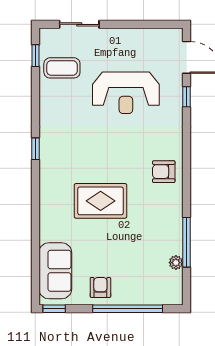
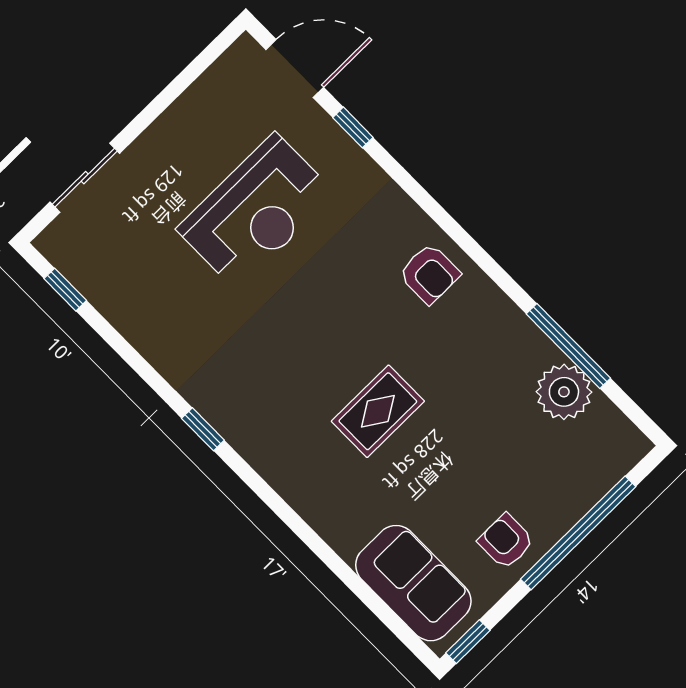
coffee table: (62, 68) -> (123, 269), removed
armchair: (164, 172) -> (429, 274), turned -90
rug: (101, 201) -> (378, 411), width x0.73, depth x0.70
plant: (176, 263) -> (564, 392), width x1.87, depth x1.87

